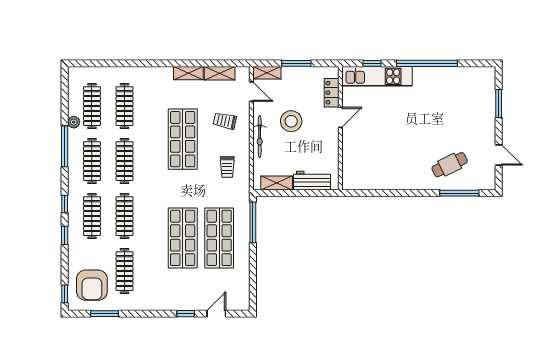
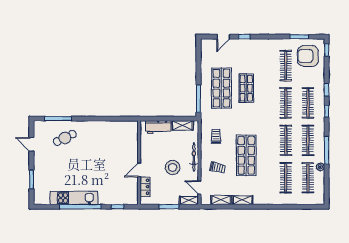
kitchen unit: (377, 76) -> (74, 198), moved
shop shelf: (183, 238) -> (246, 88), width x0.70, depth x0.74
armchair: (92, 285) -> (308, 56), turned -90

